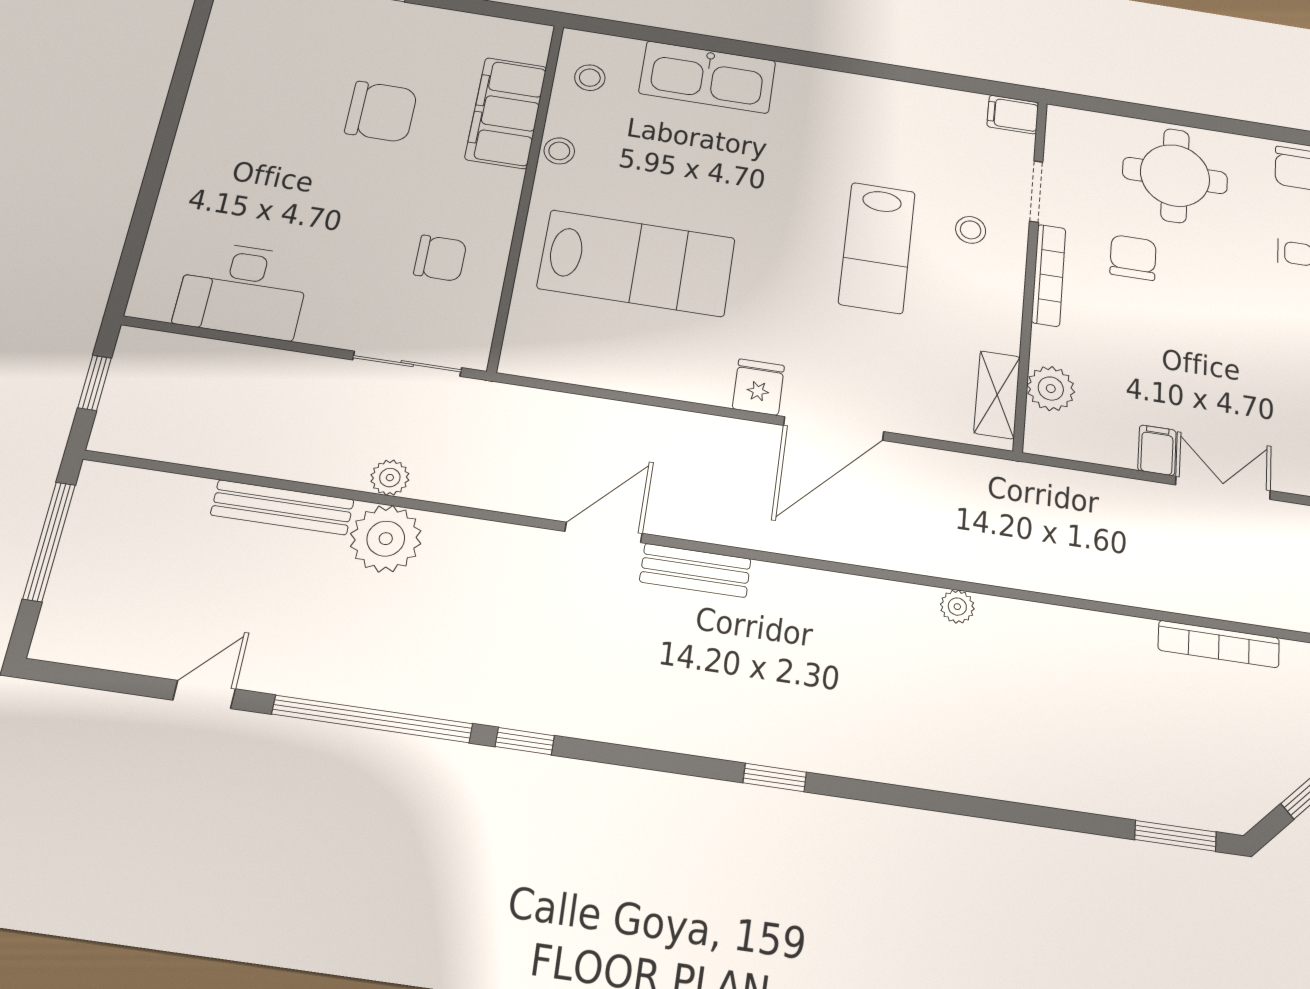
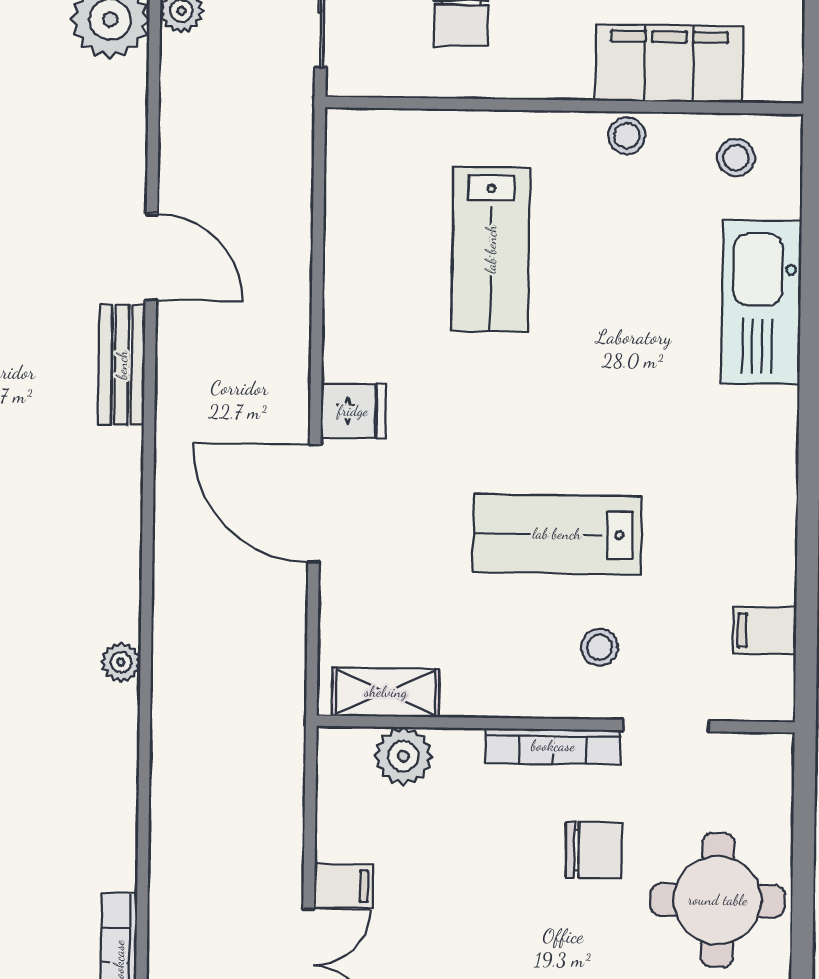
filing cabinet: (1013, 115) -> (765, 630), moved, turned -90
lab bench: (637, 263) -> (491, 249), width x0.73, depth x0.72

